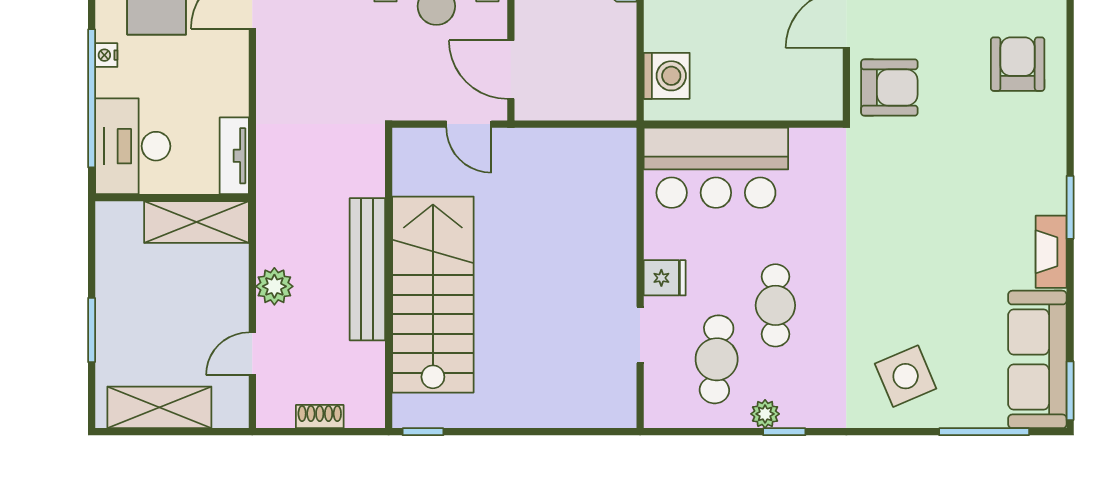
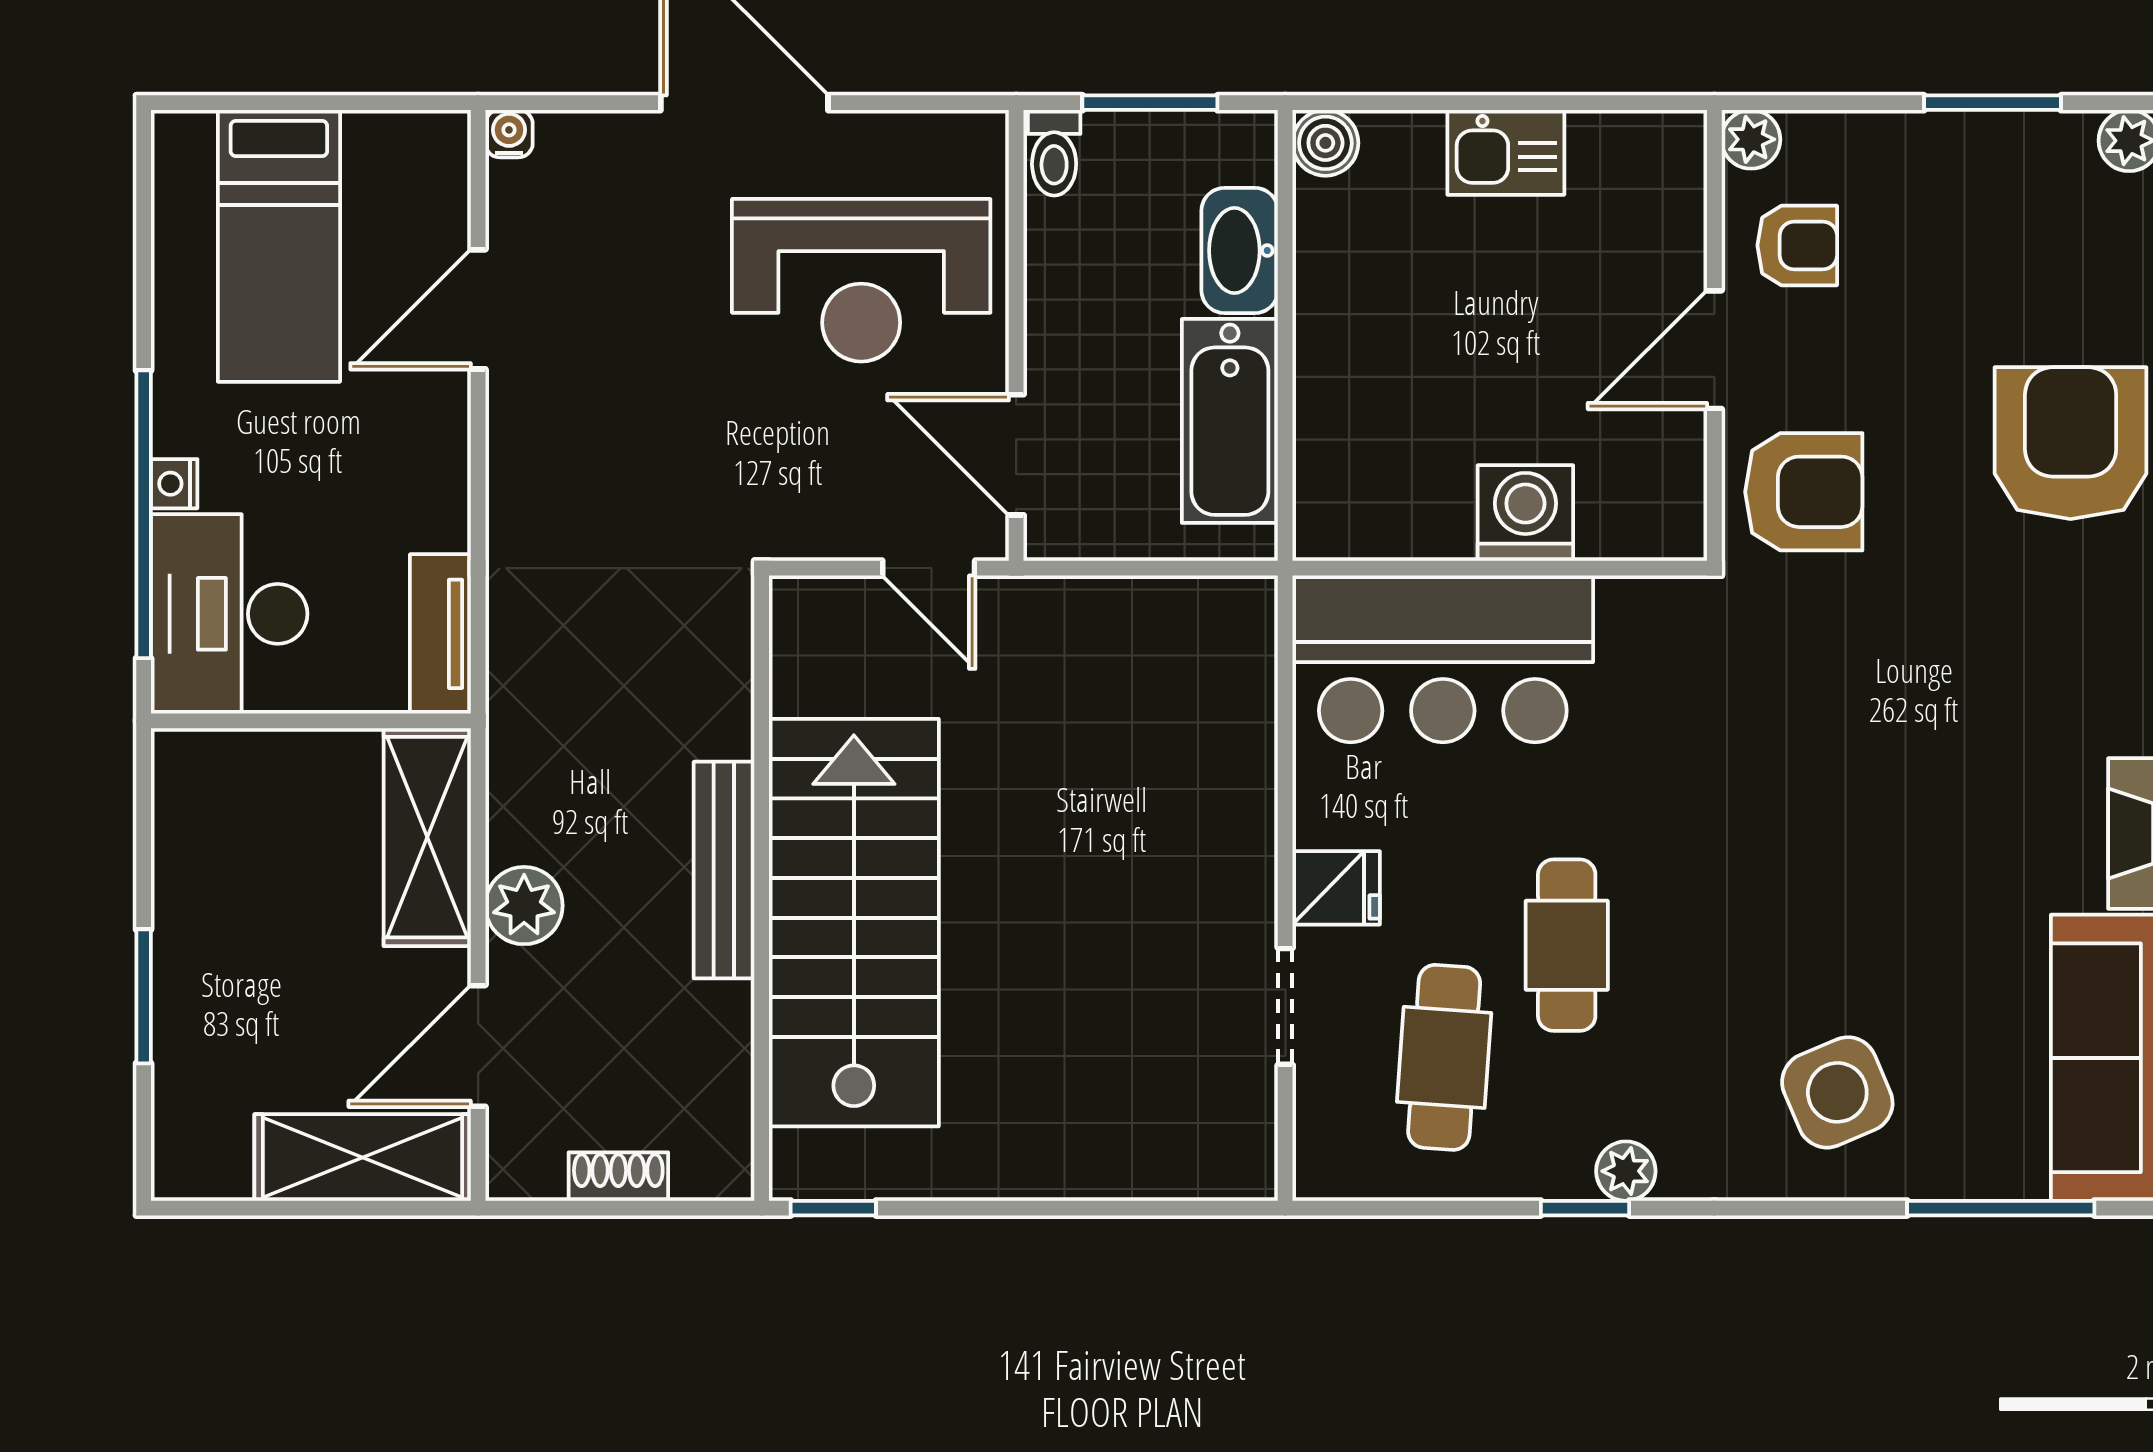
bathtub: (614, 53) -> (1230, 421), added
nightstand: (106, 55) -> (174, 484), moved
armchair: (1018, 64) -> (2071, 443), width x1.36, depth x1.36
washing machine: (667, 76) -> (1525, 513), moved, turned -90
shelving: (196, 222) -> (427, 837), moved, turned 90
bench: (367, 269) -> (724, 870), width x0.73, depth x0.82
door: (252, 354) -> (478, 1046), width x1.38
shelving: (159, 407) -> (363, 1157), moved
plant: (765, 414) -> (1626, 1171), moved

